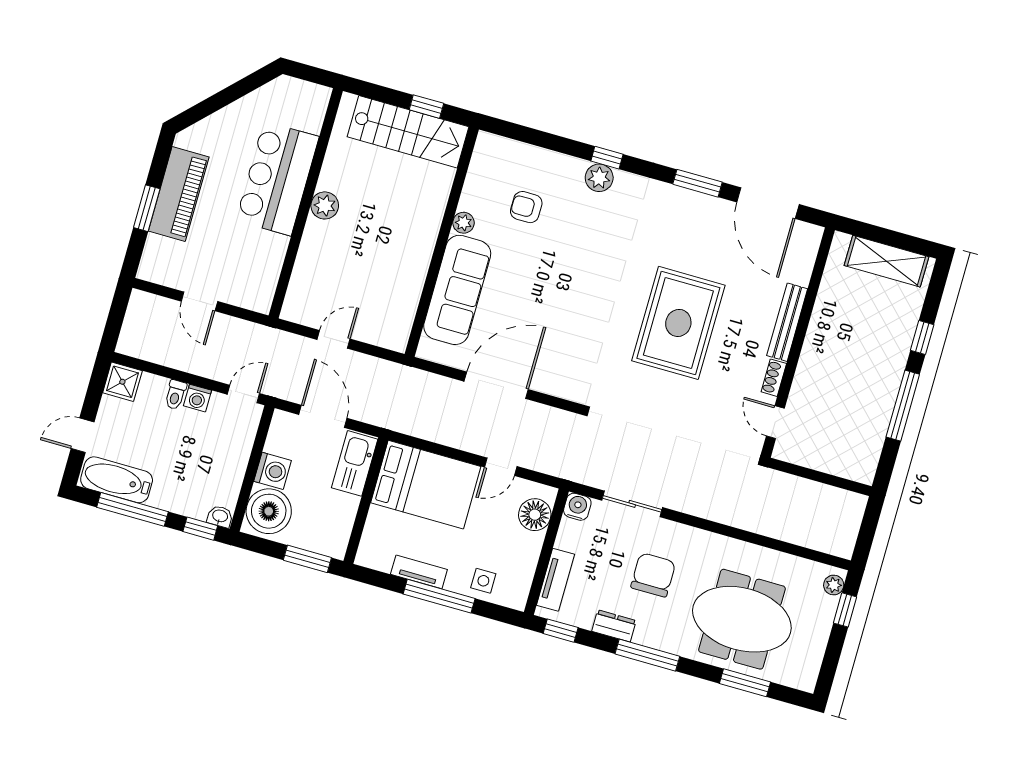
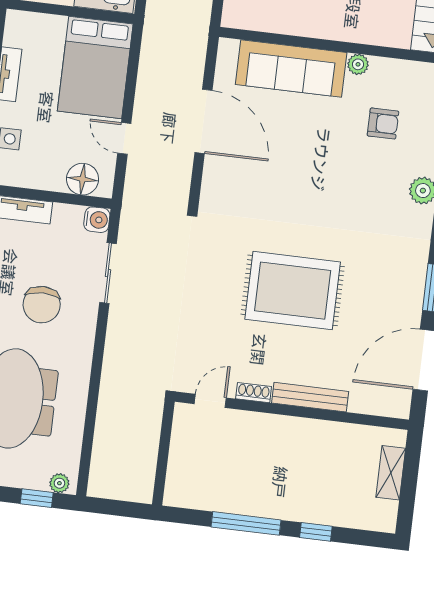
armchair: (526, 207) -> (383, 124), turned 90
shelving: (886, 261) -> (391, 473), width x0.67, depth x0.75
chair: (653, 575) -> (42, 305), turned 90

